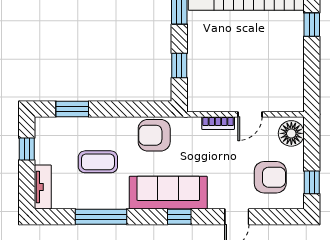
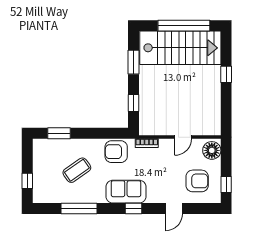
bookcase: (218, 123) -> (147, 143), moved
window: (27, 149) -> (27, 181), moved
coffee table: (98, 162) -> (77, 170), turned -35
tv unit: (43, 187) -> (38, 188), removed
sofa: (168, 193) -> (126, 192), width x0.73

